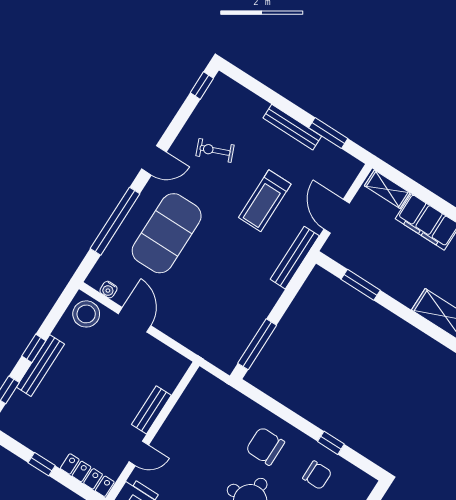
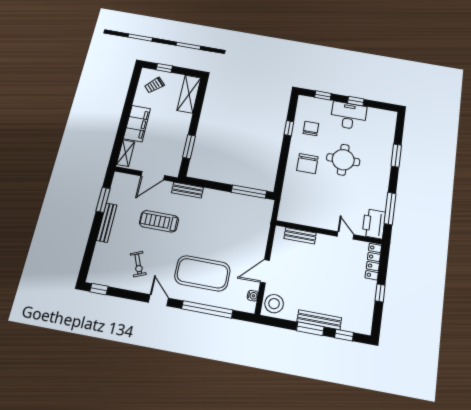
treadmill: (265, 201) -> (159, 221), turned 180
bench: (295, 258) -> (187, 190), width x0.73
window: (34, 348) -> (310, 329), width x1.50
bench: (151, 410) -> (300, 236), moved

